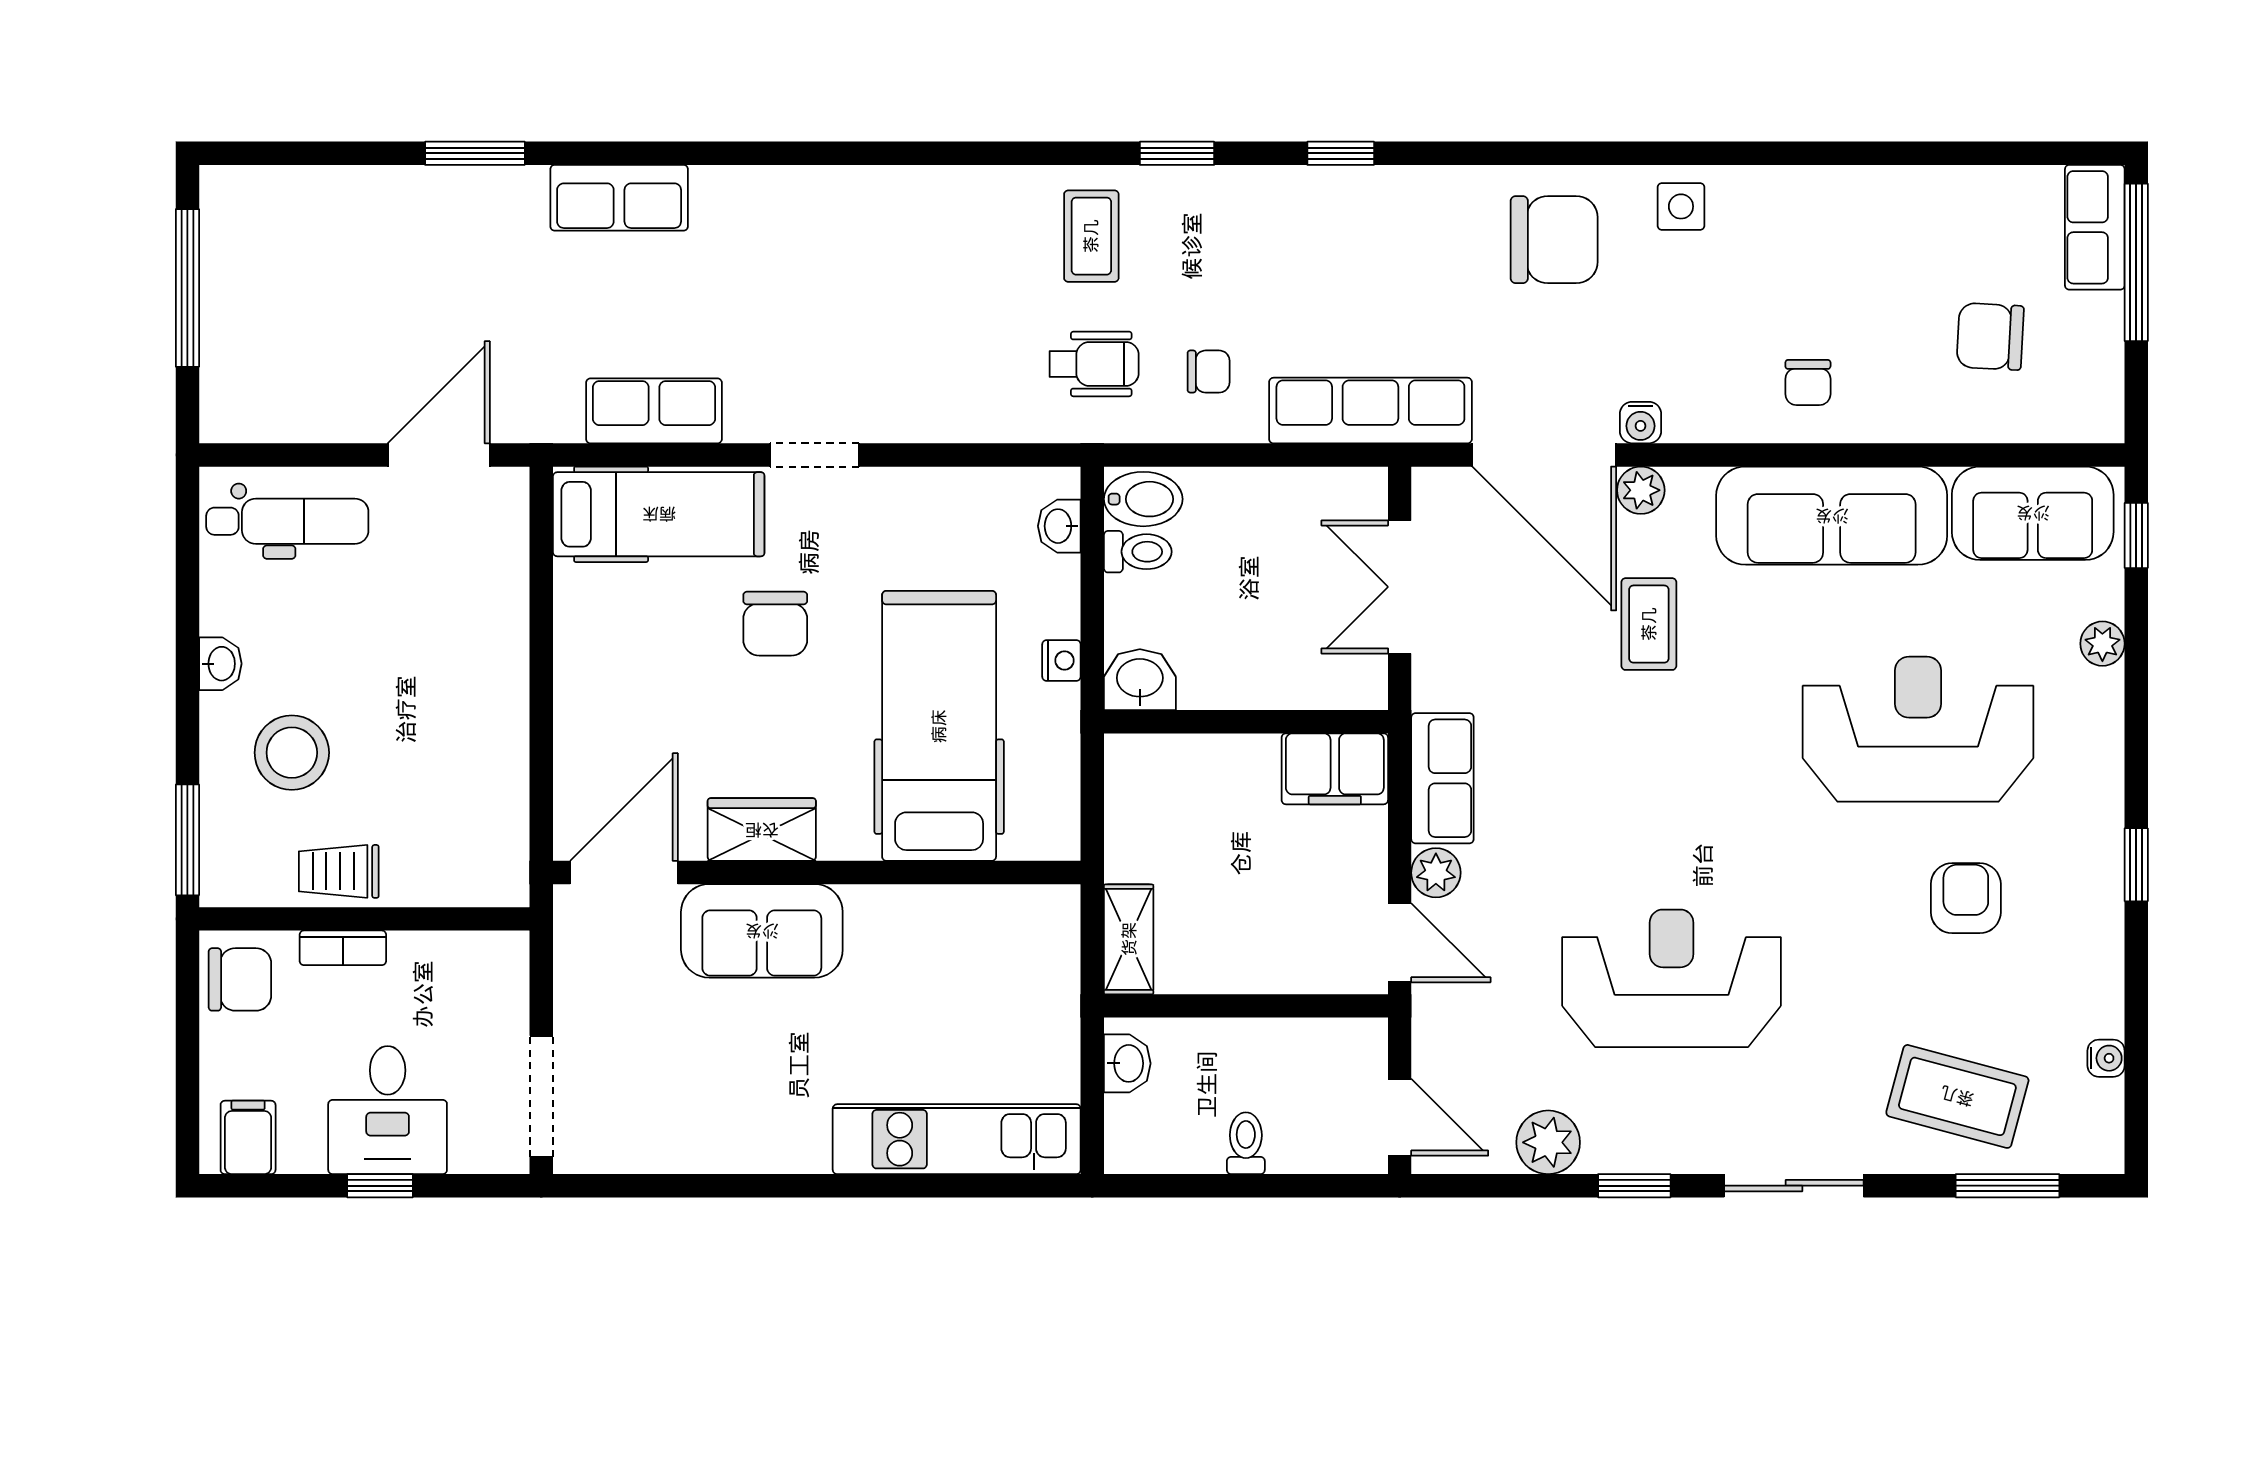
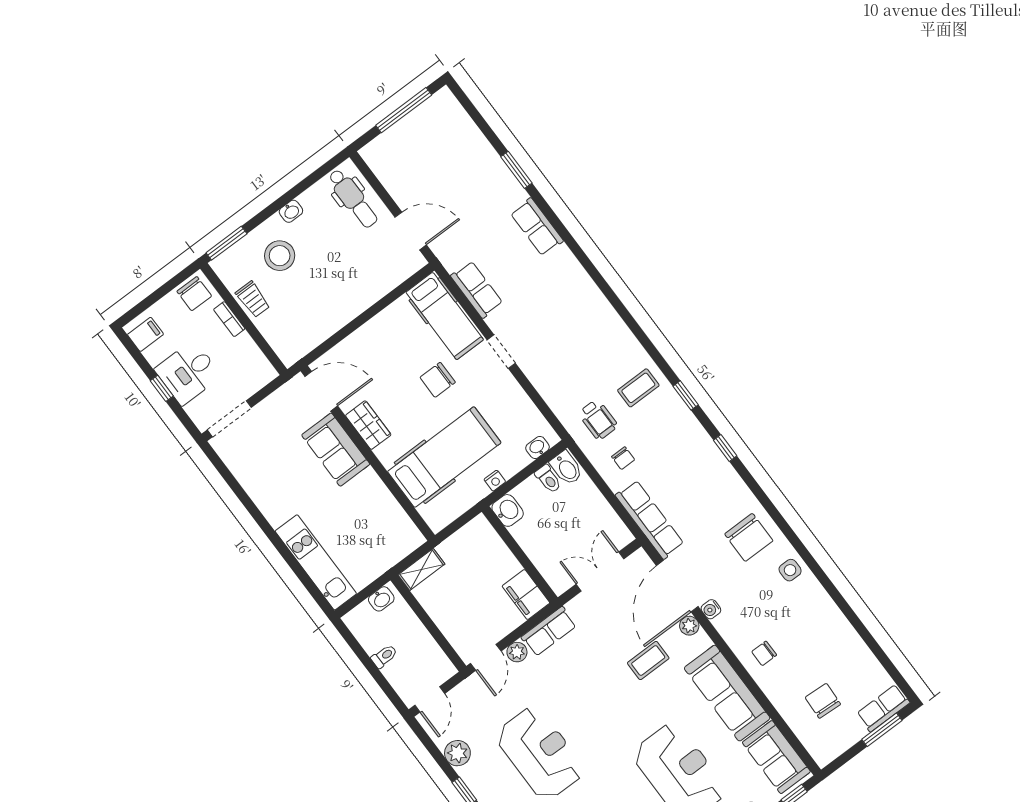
window: (2136, 262) -> (882, 730), width x0.69
trolley: (339, 871) -> (253, 299), turned 180

